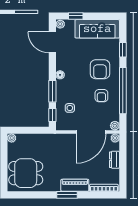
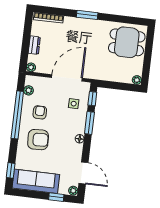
window: (123, 50) -> (11, 170), moved
armchair: (100, 69) -> (38, 140), turned 88
plant: (115, 126) -> (29, 90), moved
door: (91, 132) -> (67, 78), moved
piano: (75, 185) -> (78, 24), removed

